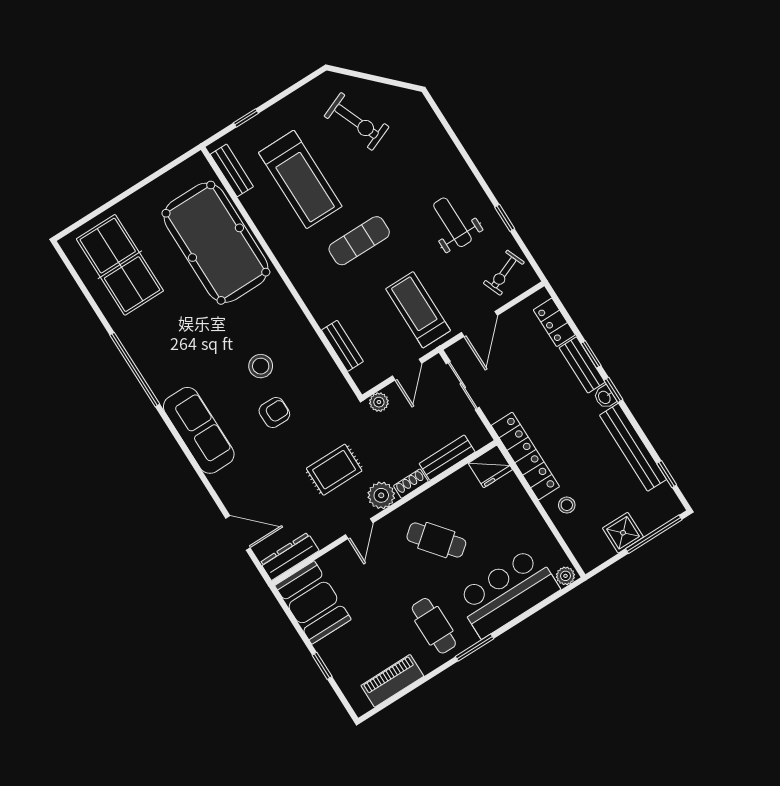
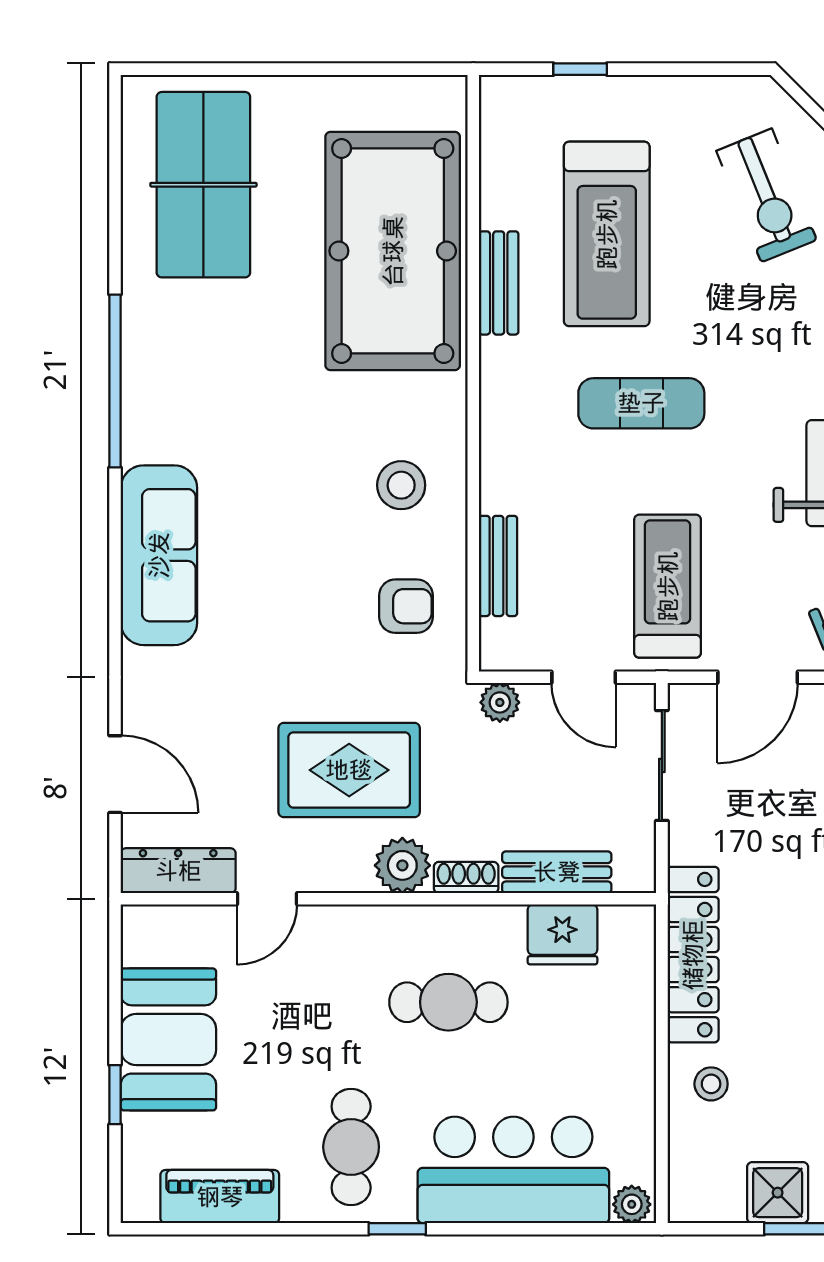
bench: (232, 170) -> (499, 283), moved
stool: (261, 366) -> (401, 485), moved
door: (407, 370) -> (584, 677), hinge flipped
armchair: (274, 413) -> (406, 606), moved
fridge: (490, 466) -> (562, 934), moved
rug: (334, 470) -> (349, 770), width x1.36, depth x1.43
door: (359, 529) -> (267, 899), moved
cafe table: (436, 540) -> (448, 1002), turned -51
booth: (313, 602) -> (168, 1039), moved
window: (475, 648) -> (397, 1229), width x0.67

